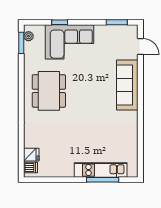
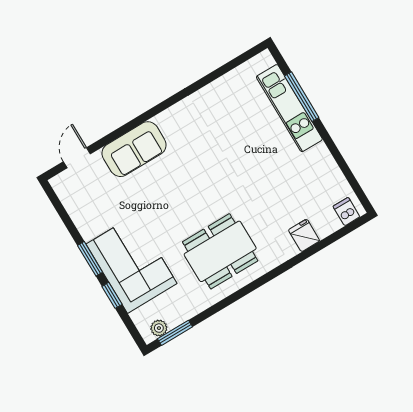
window: (117, 22) -> (90, 259), moved
sofa: (127, 85) -> (134, 149), width x0.73
fridge: (31, 155) -> (304, 235), moved

